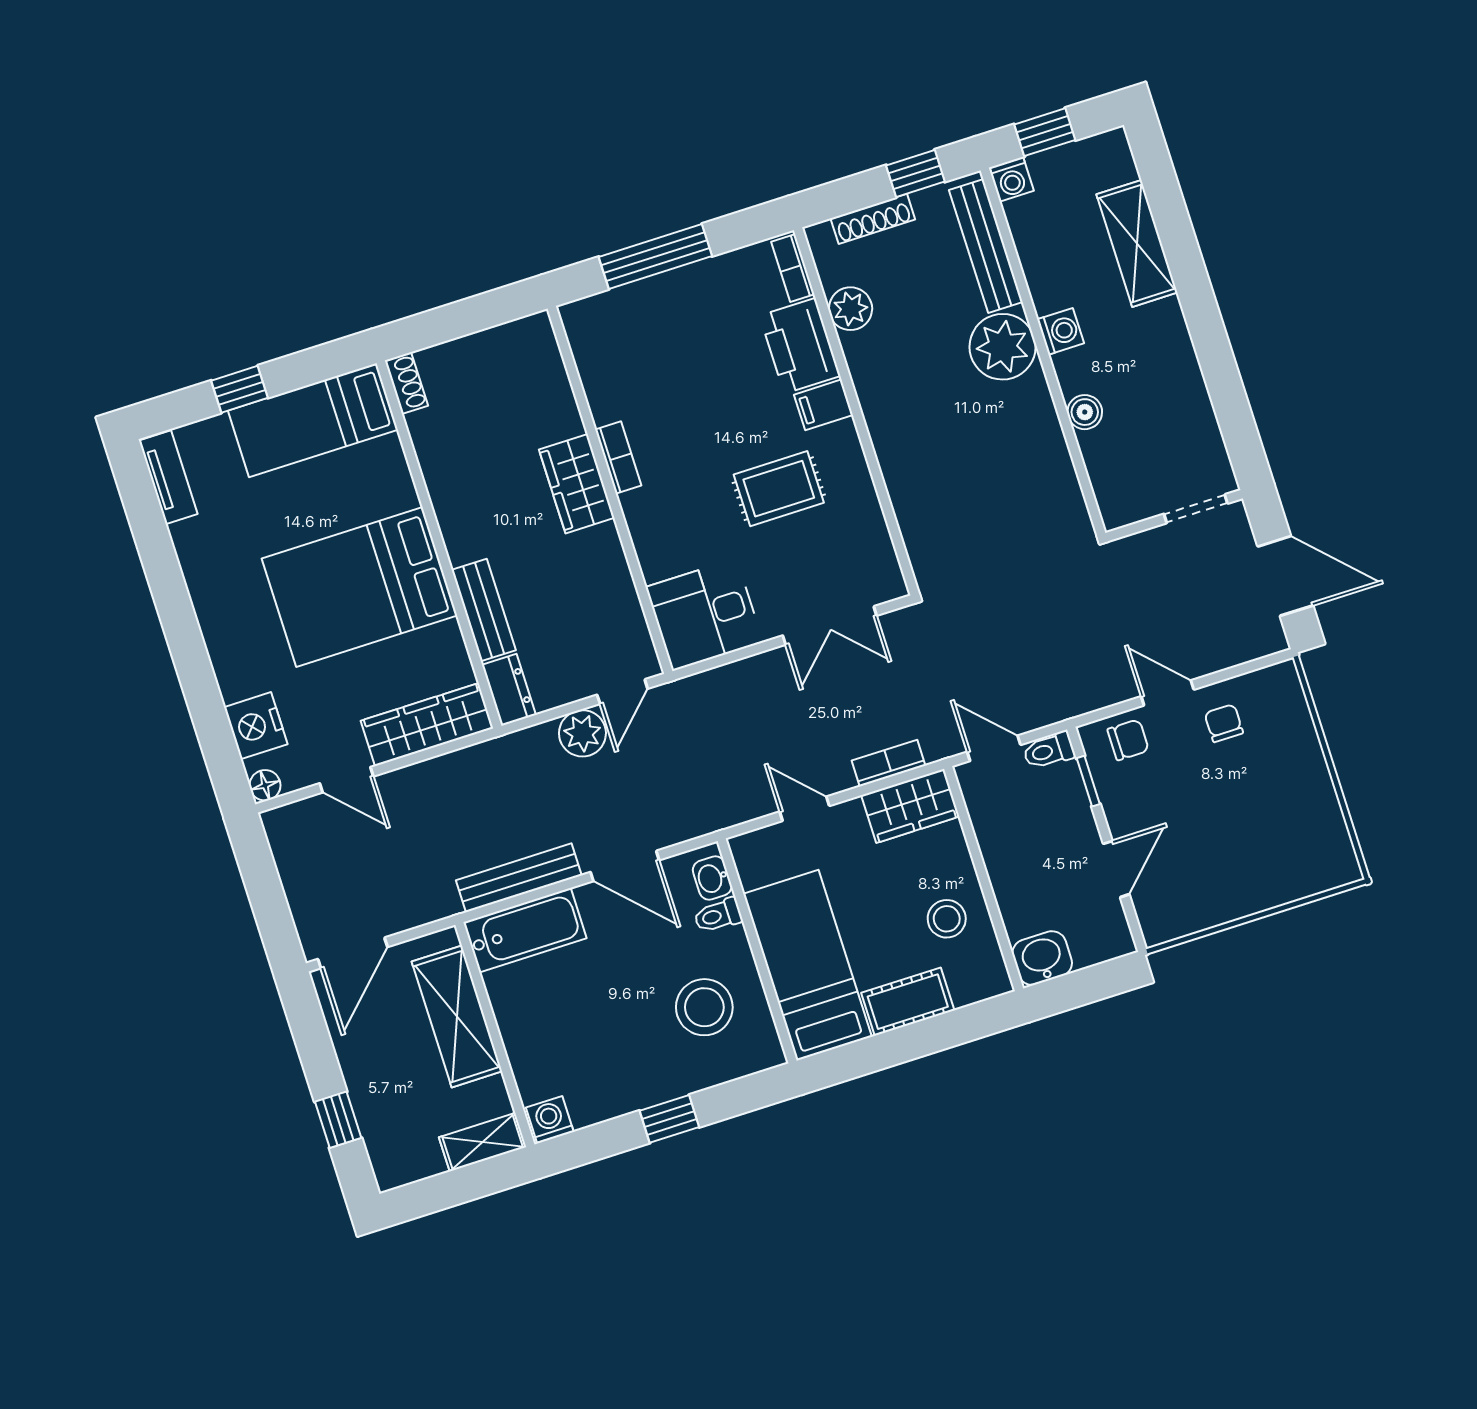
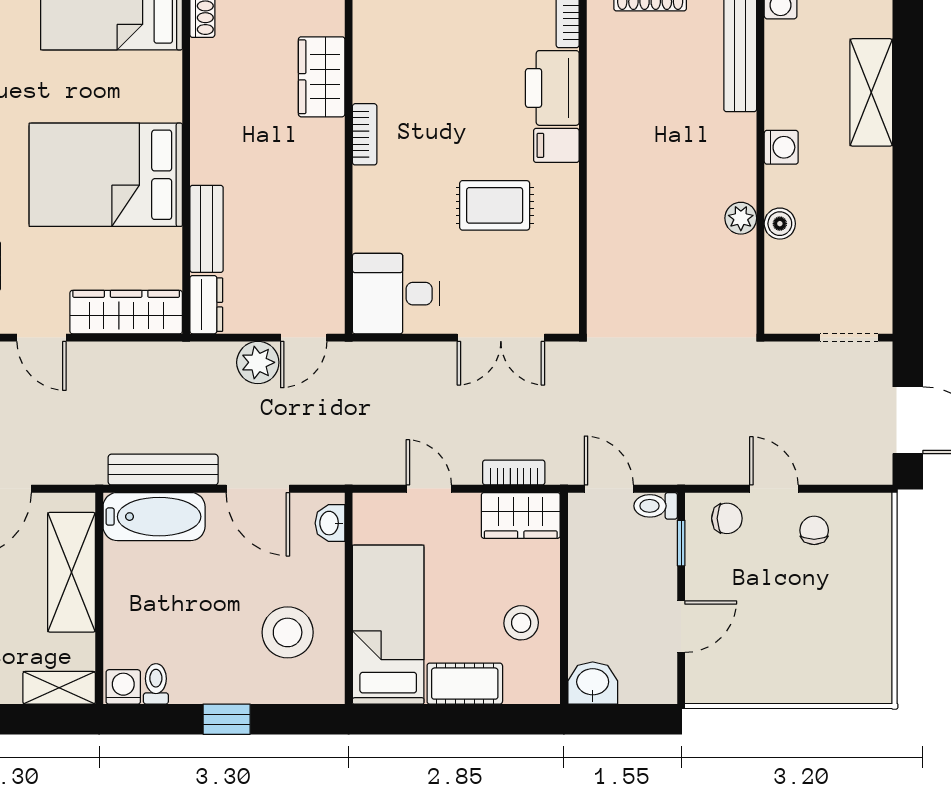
plant: (851, 309) -> (606, 70), removed
plant: (1003, 347) -> (741, 218), moved, width x0.53, depth x0.53
wardrobe: (577, 484) -> (322, 77), moved
toilet: (718, 915) -> (156, 684), moved, turned 90

